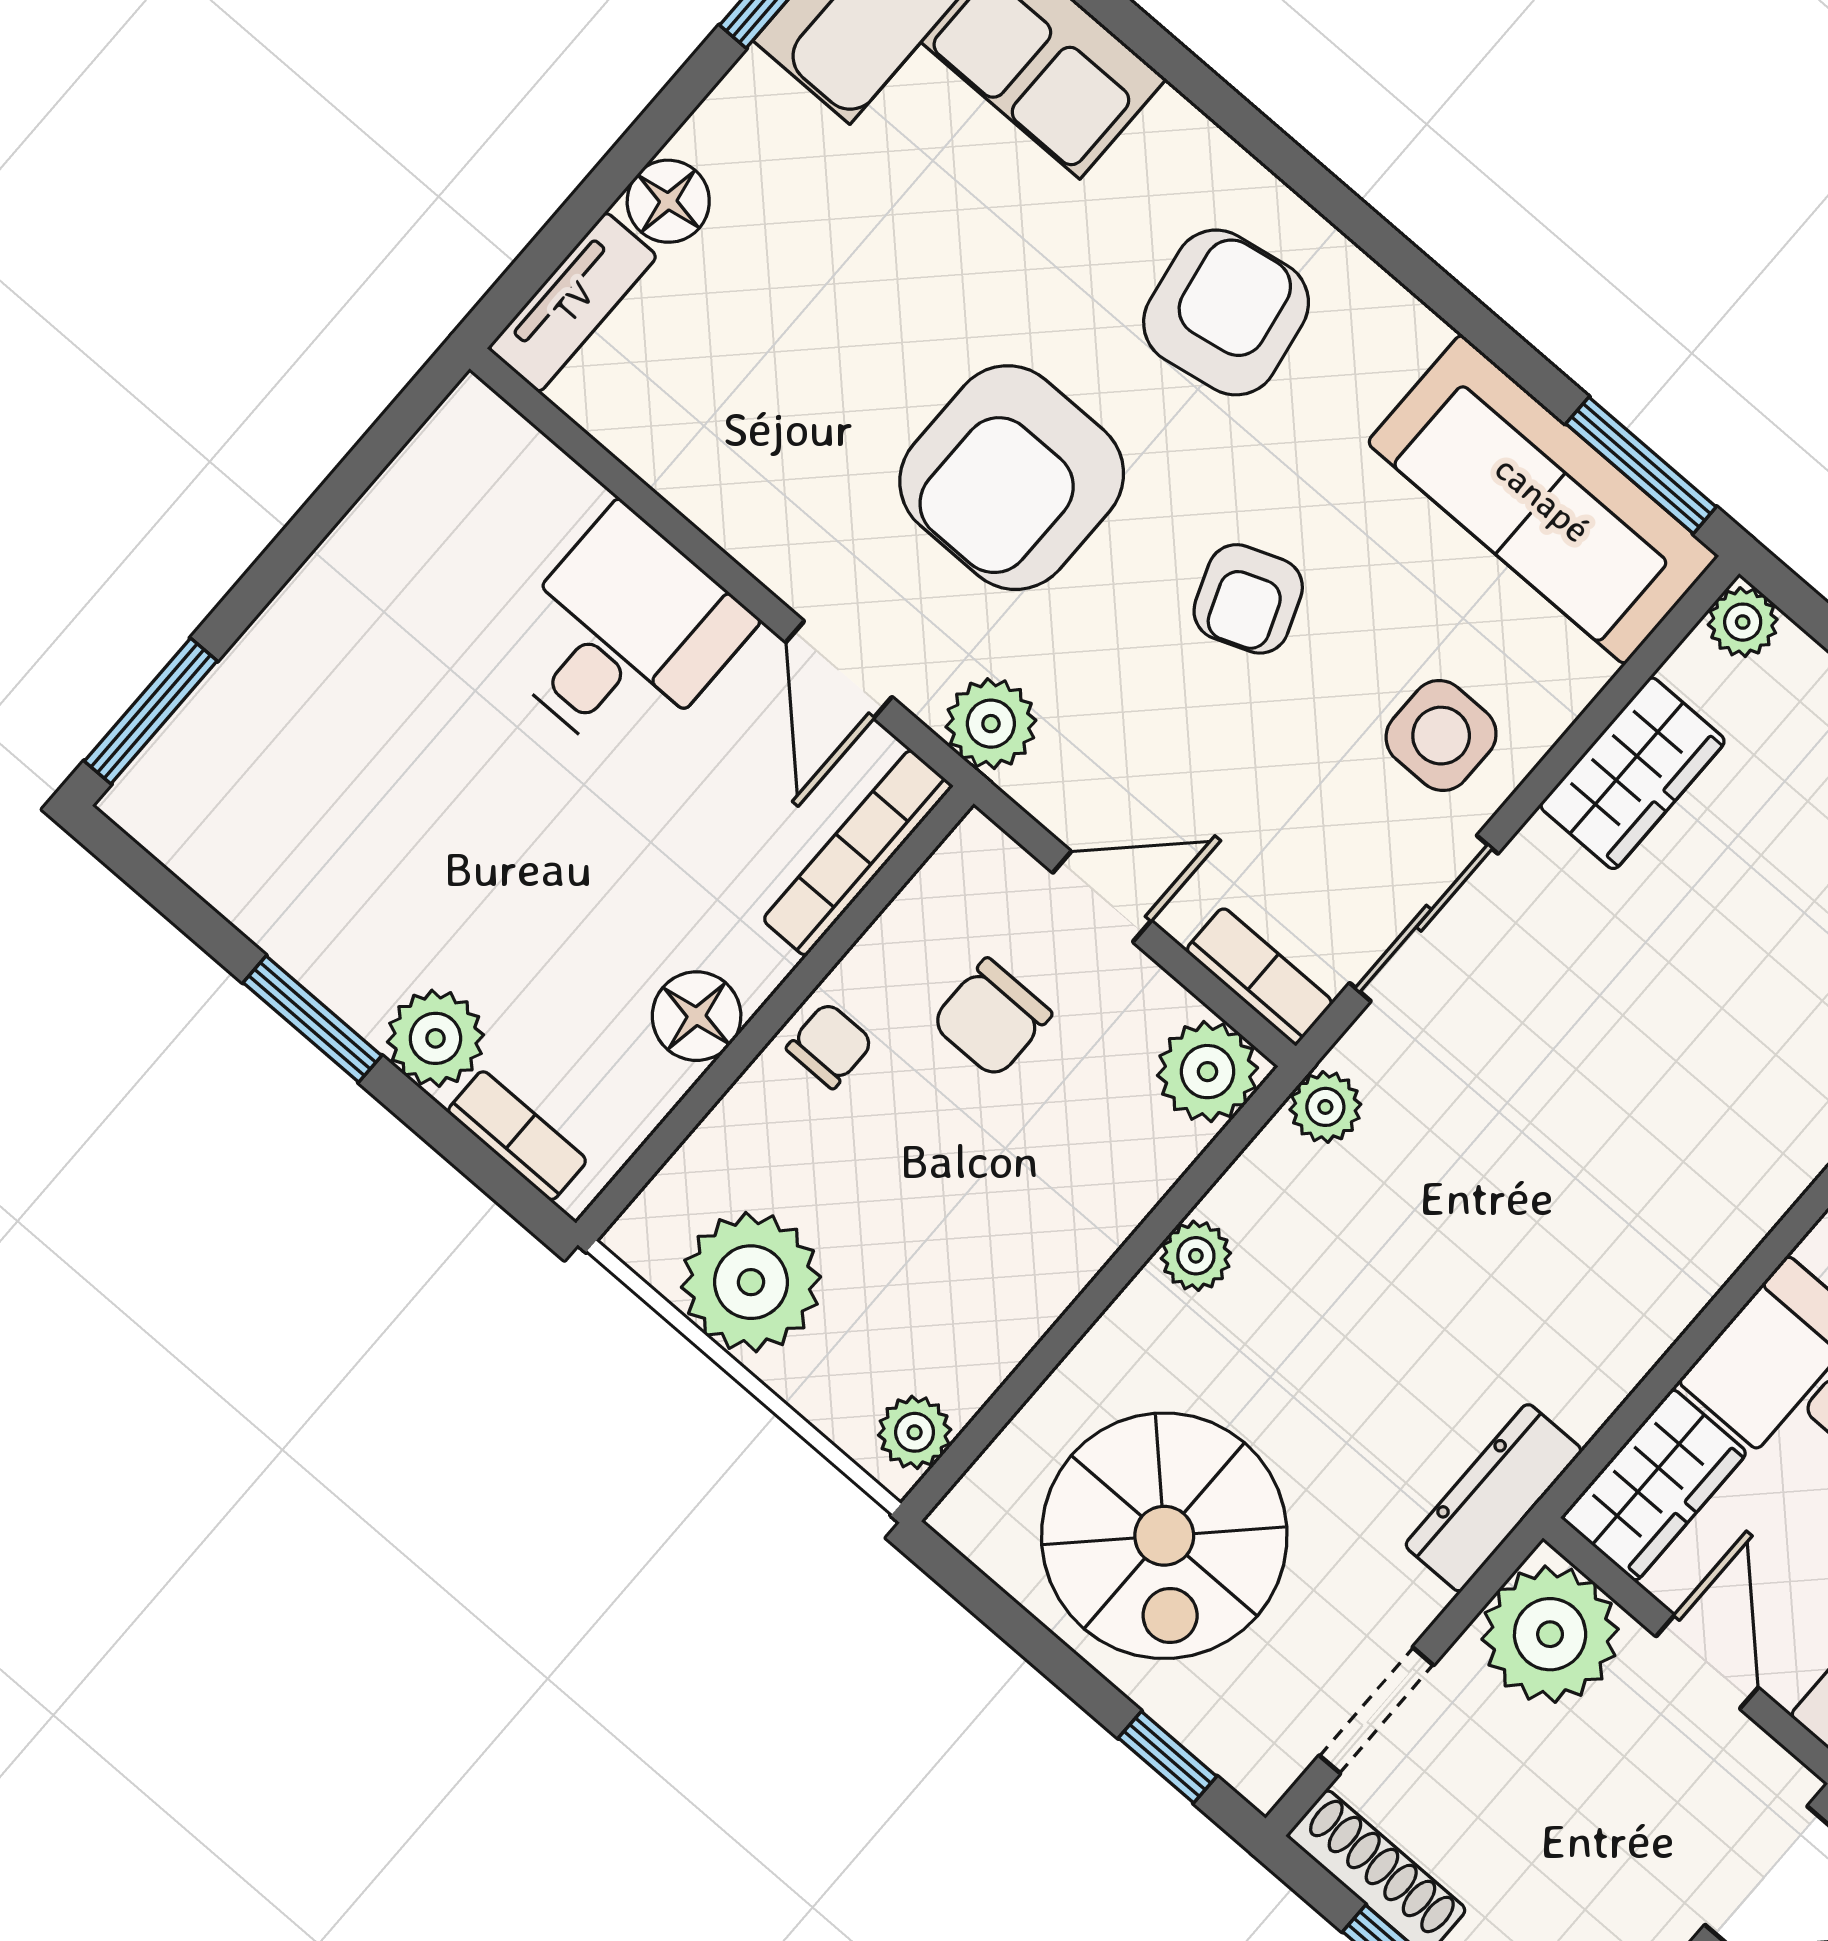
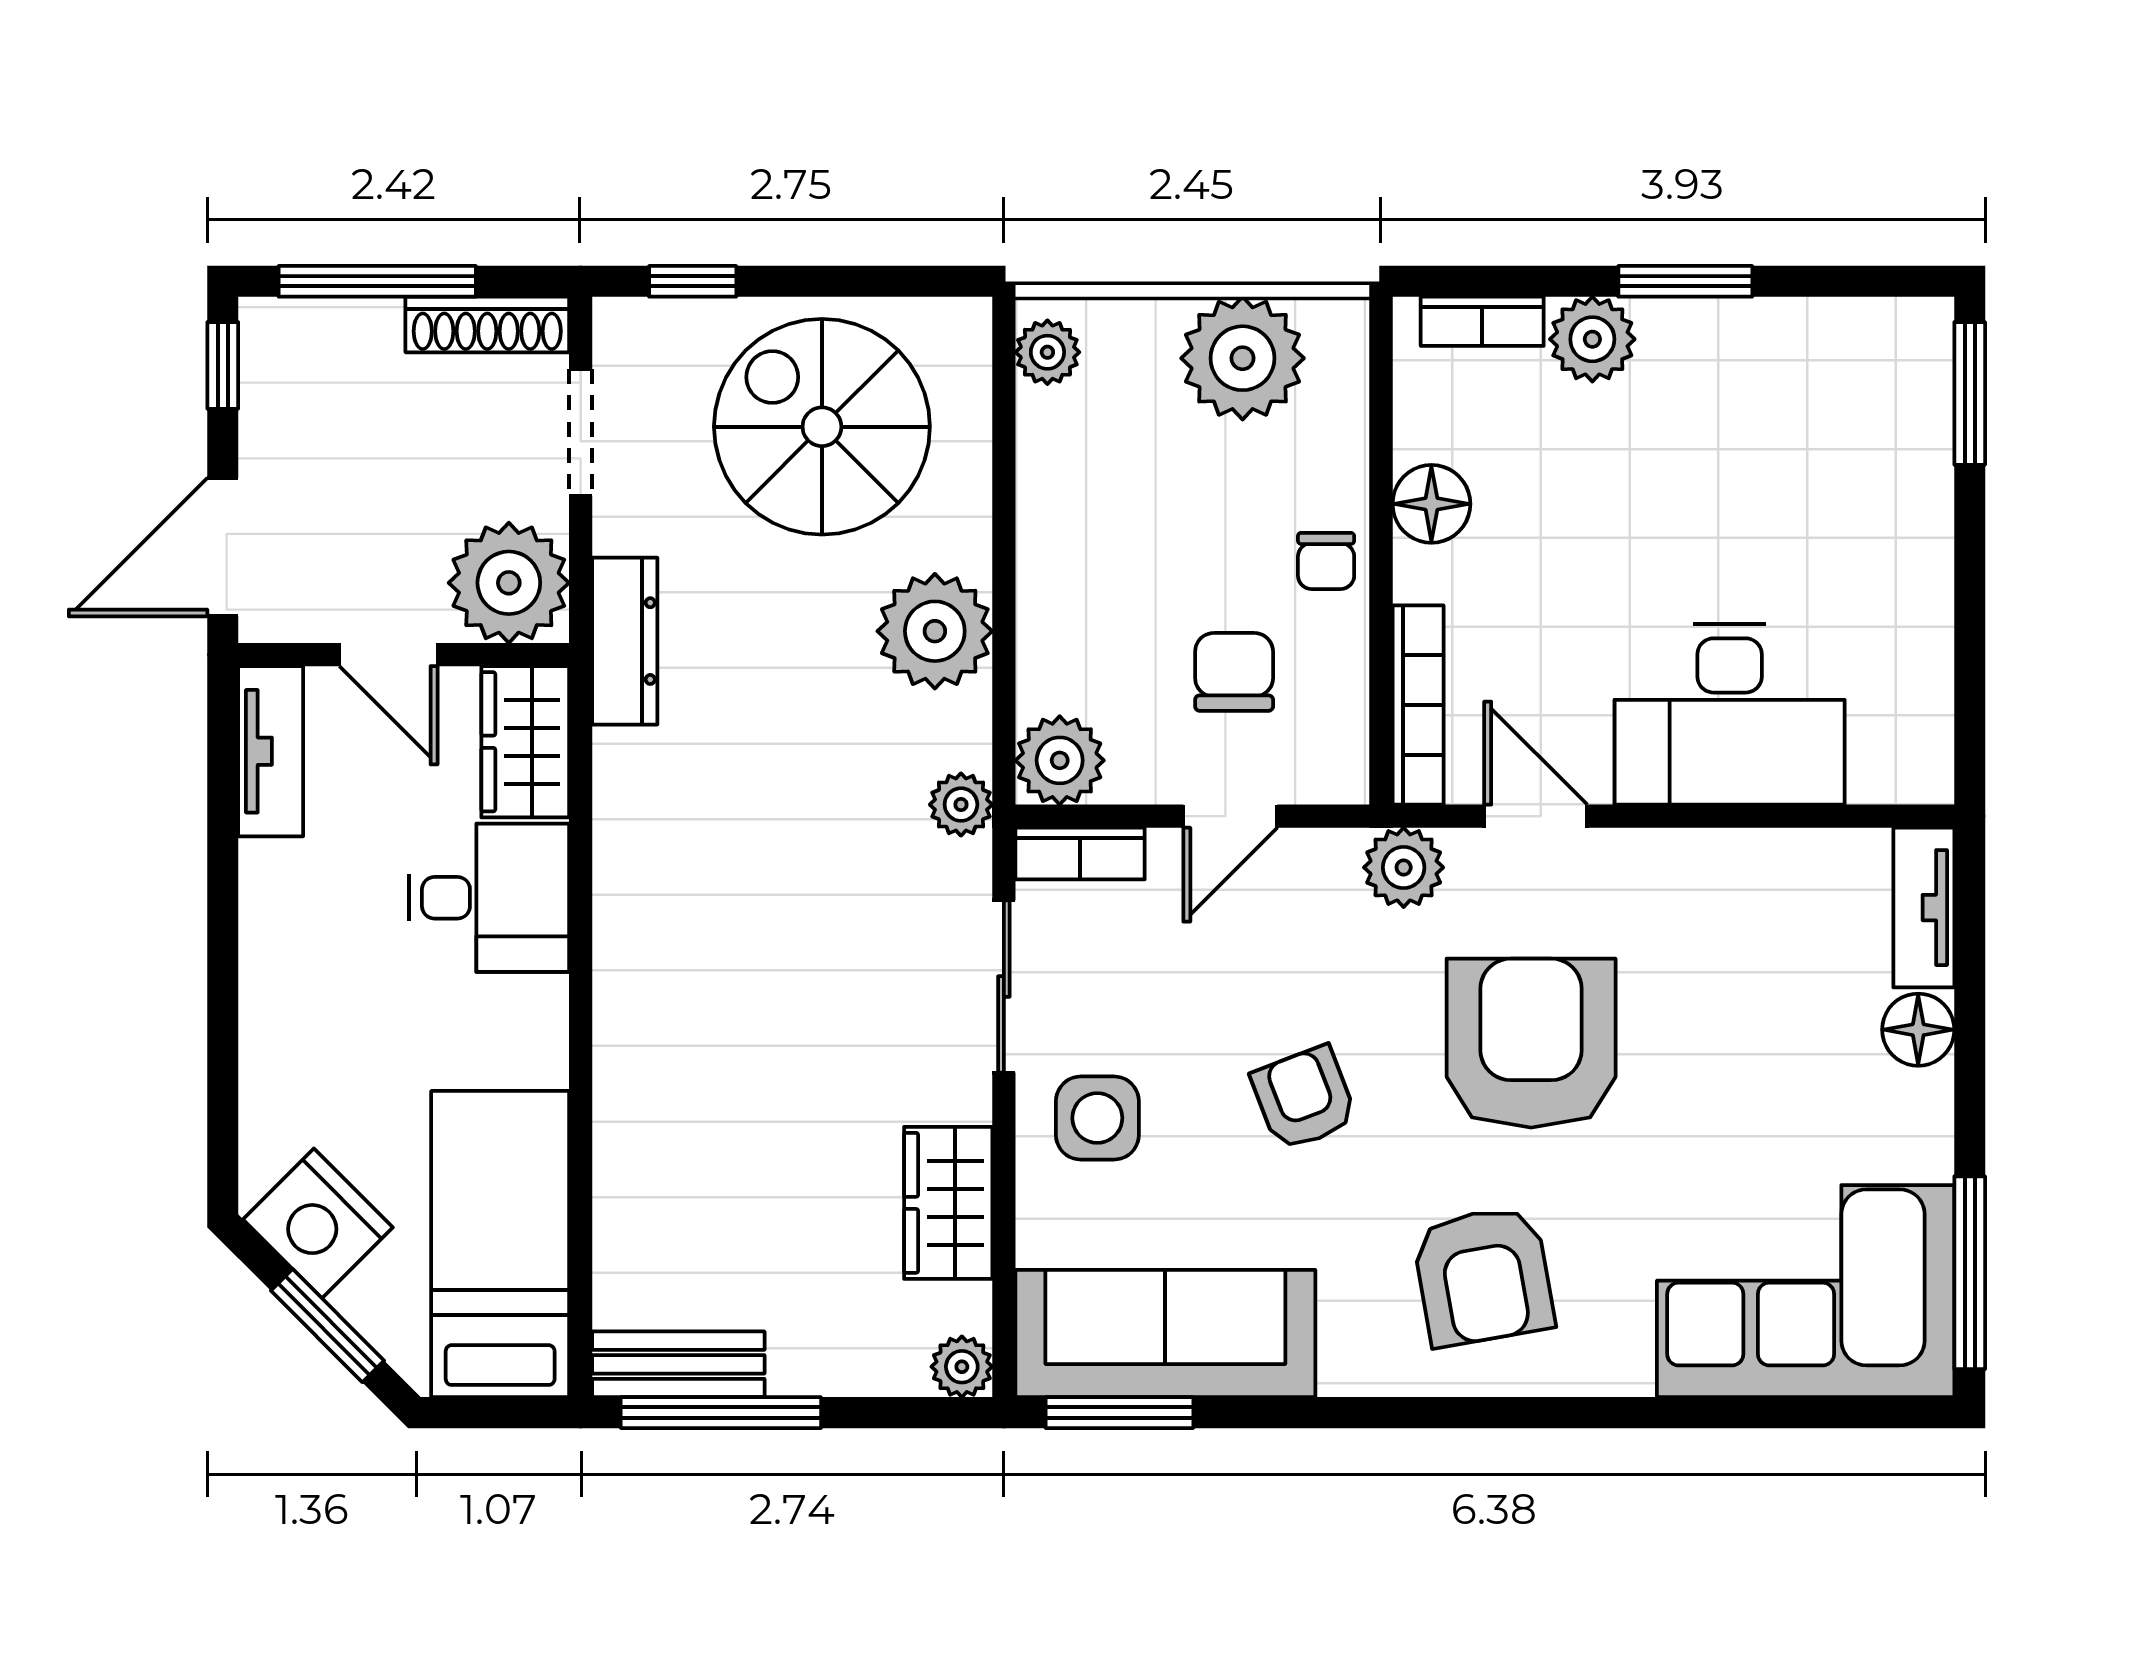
desk: (623, 636) -> (1730, 714), width x1.37
plant: (1196, 1256) -> (935, 631), width x1.88, depth x1.88

